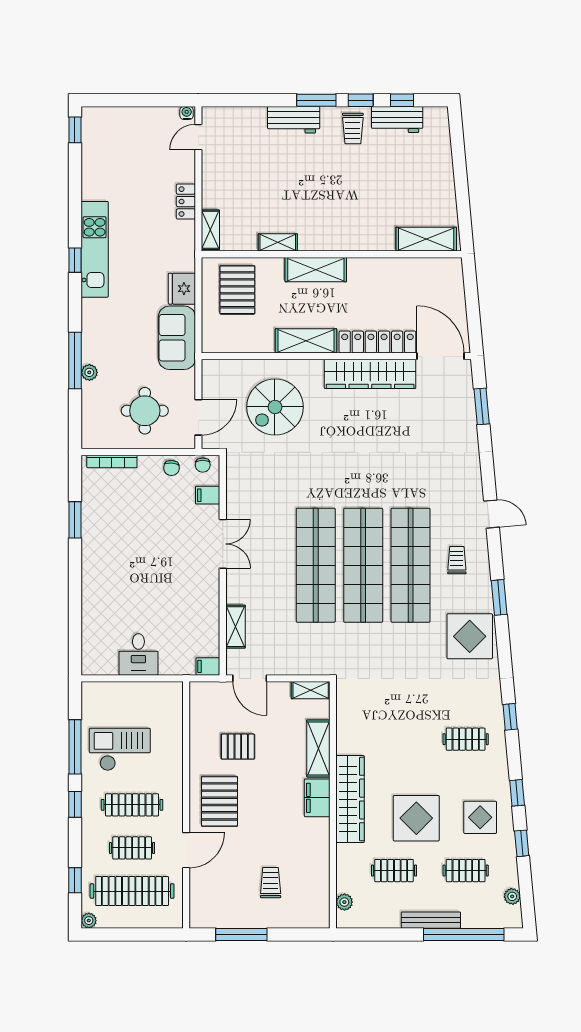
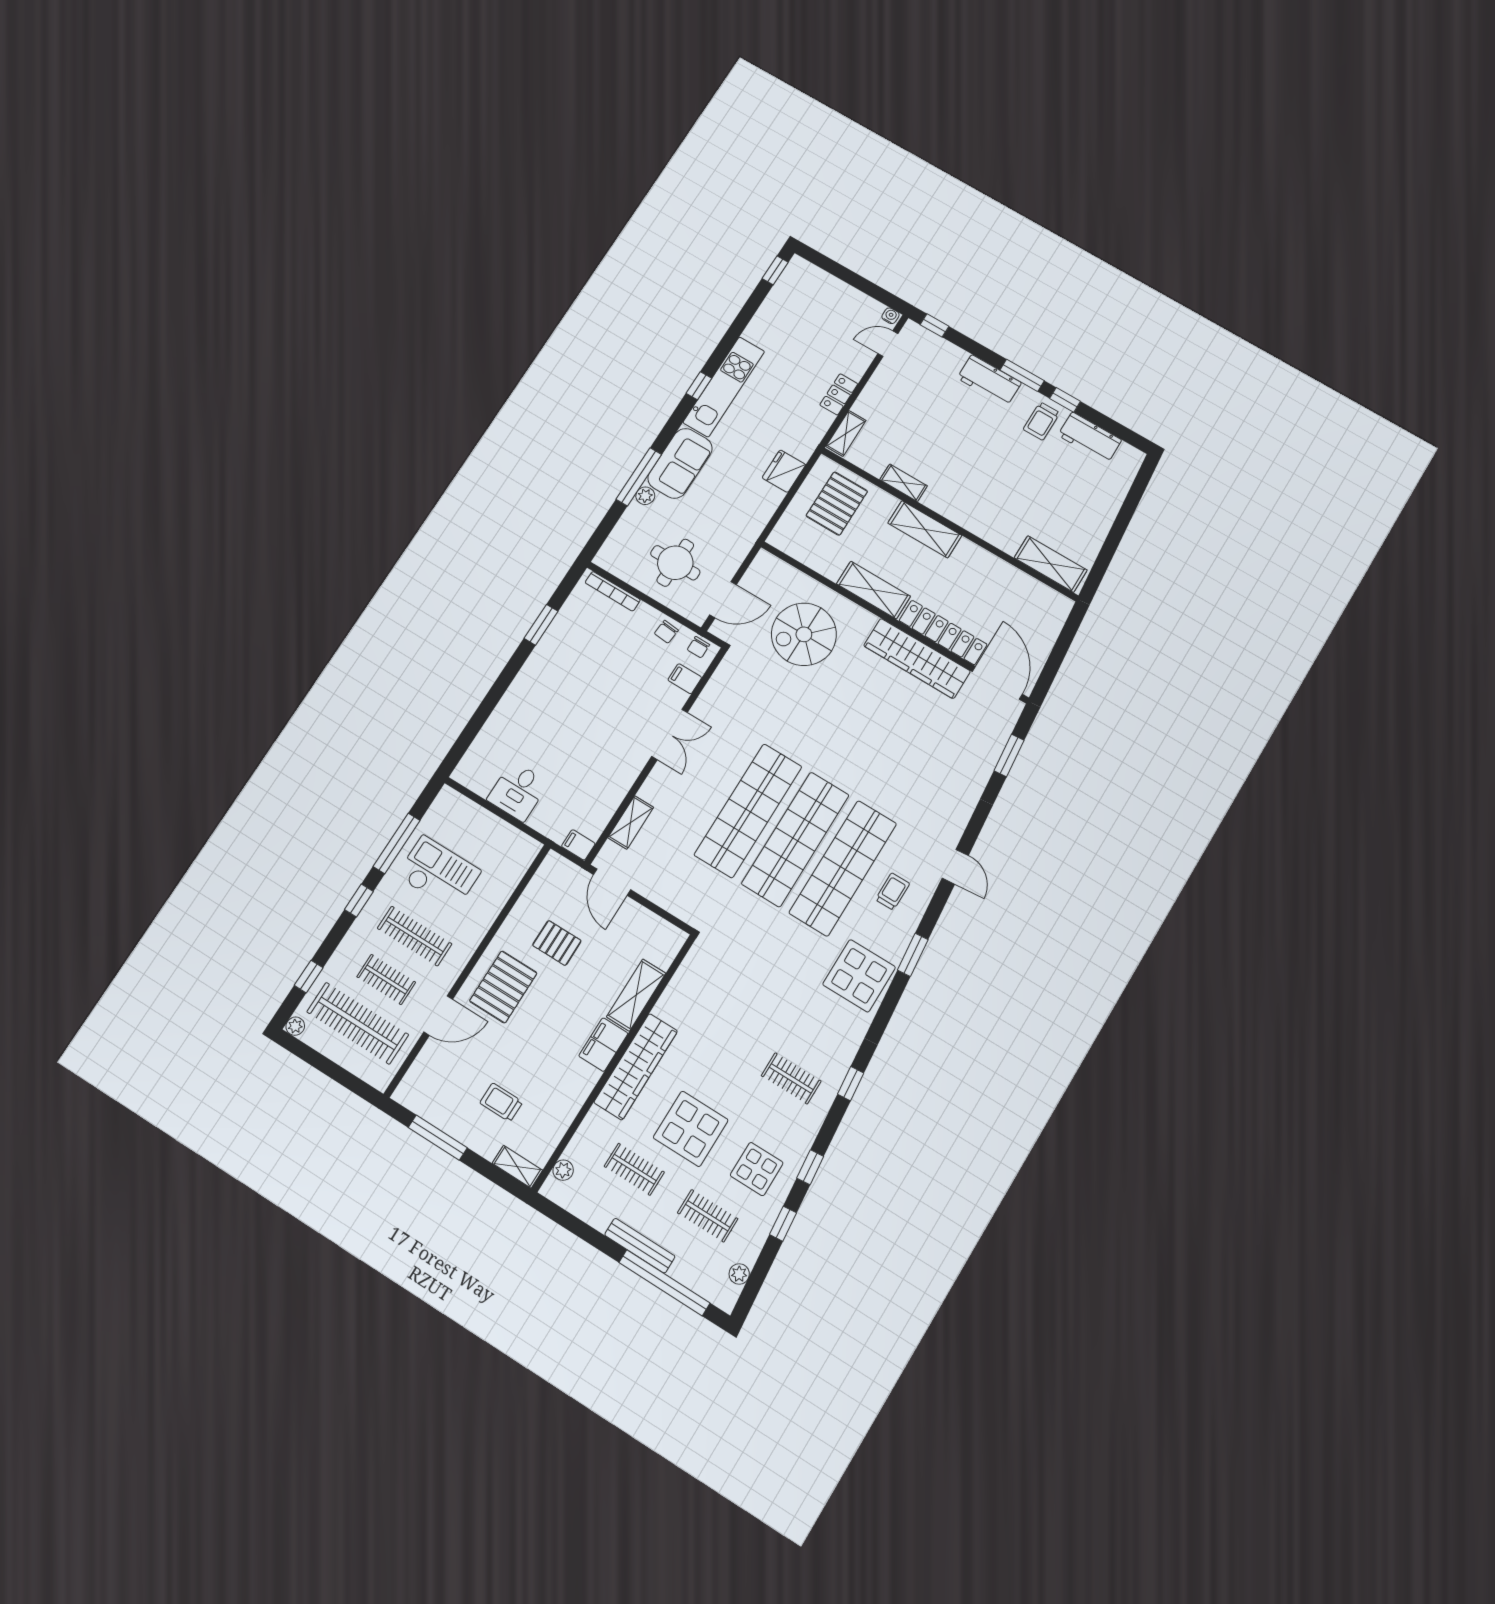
window: (402, 100) -> (934, 325), moved
sofa: (177, 338) -> (680, 463), moved, turned 180
shelving: (311, 690) -> (517, 1167), moved
trolley: (271, 883) -> (501, 1102), turned -90

